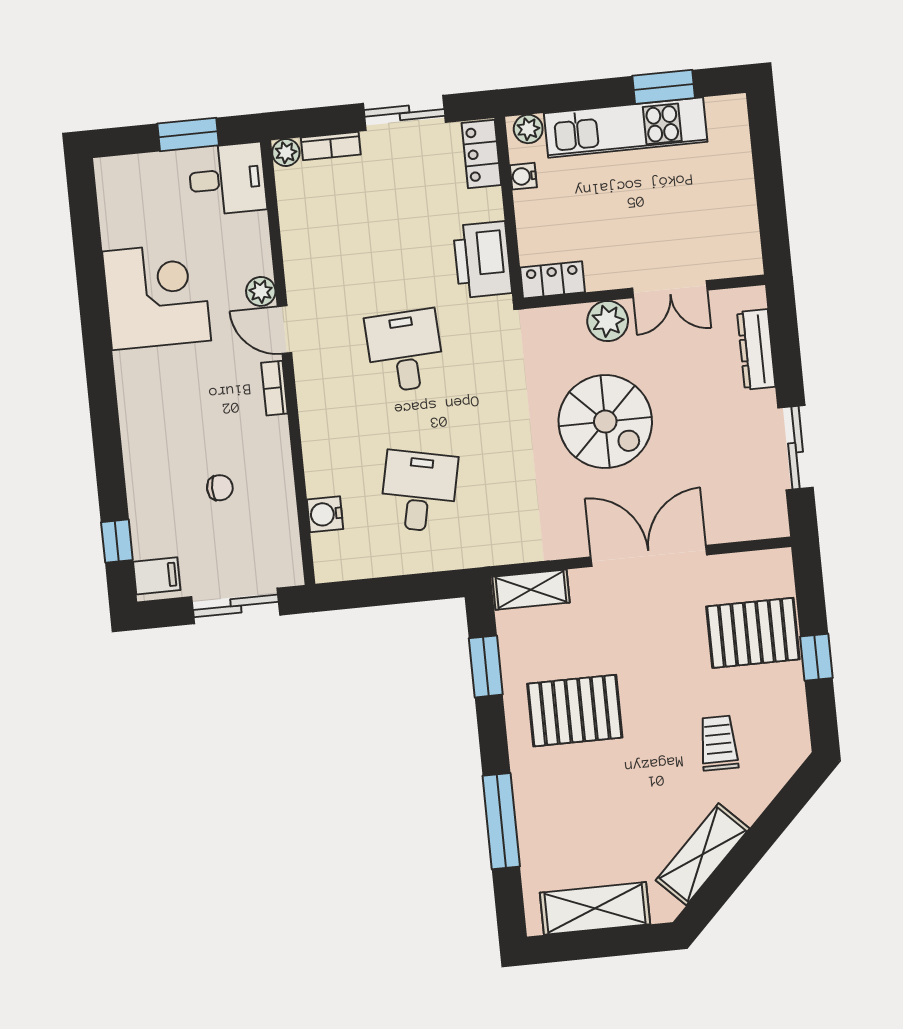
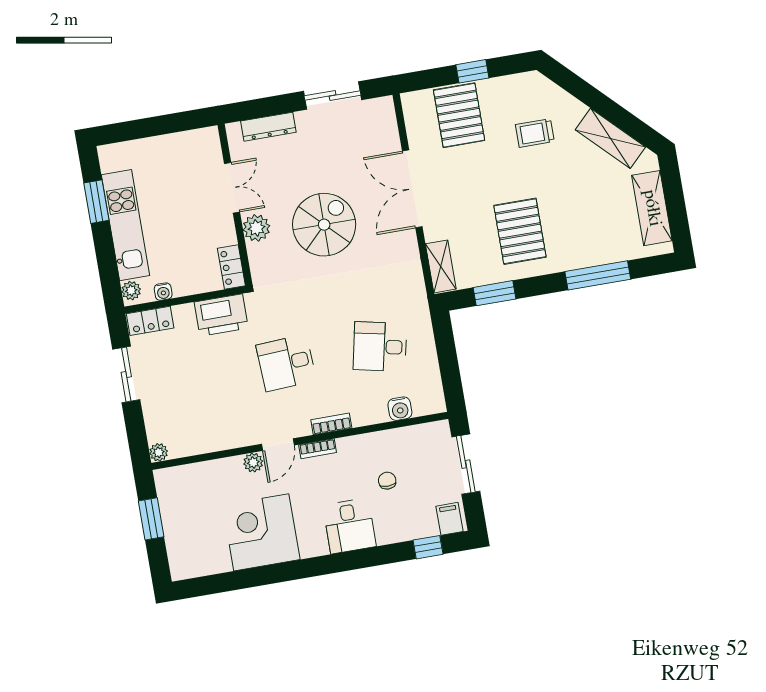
bookcase: (331, 146) -> (331, 424), moved, turned -90
desk: (227, 179) -> (349, 526), moved, turned 180

